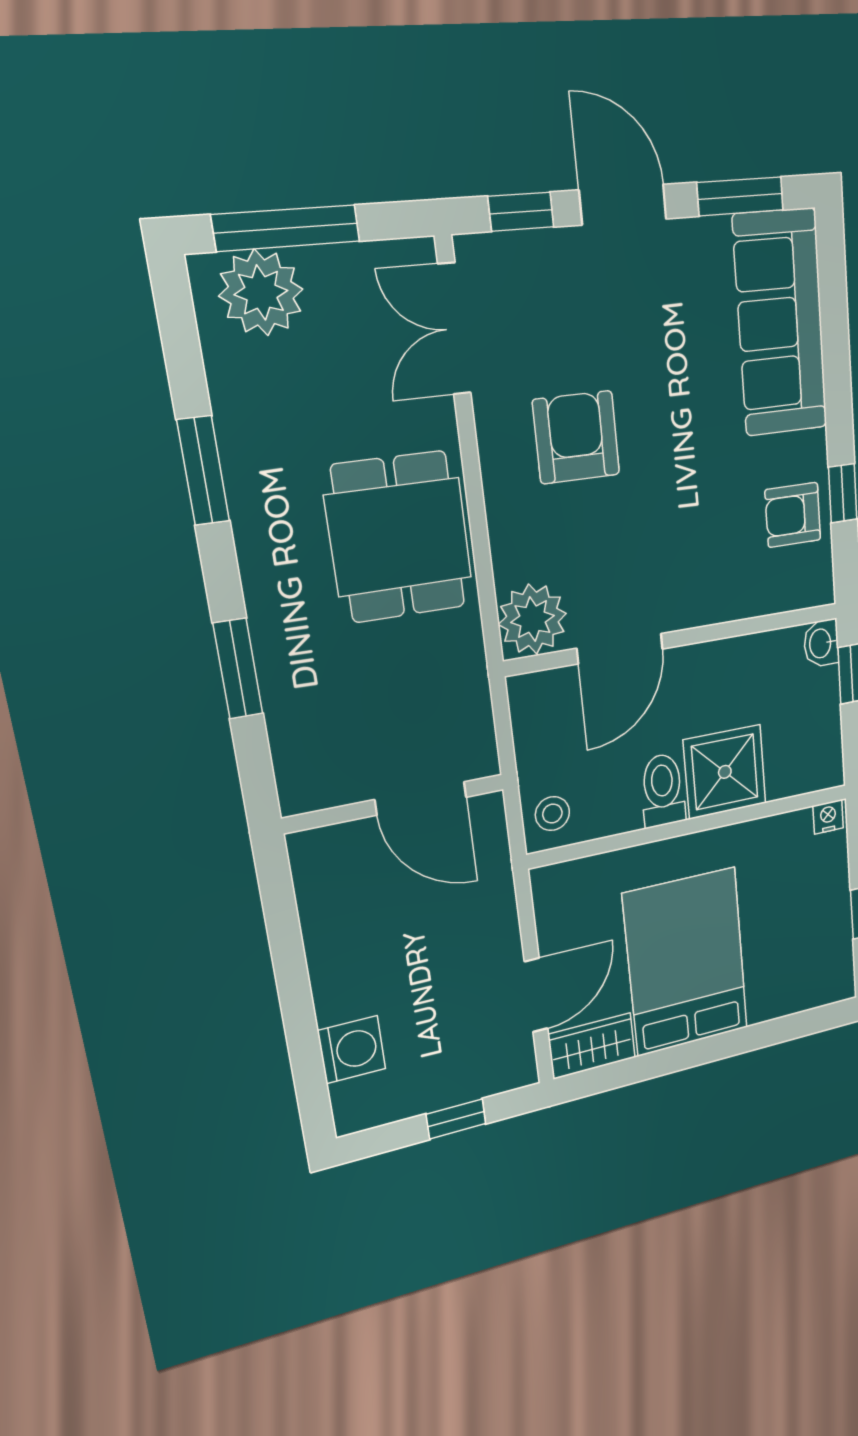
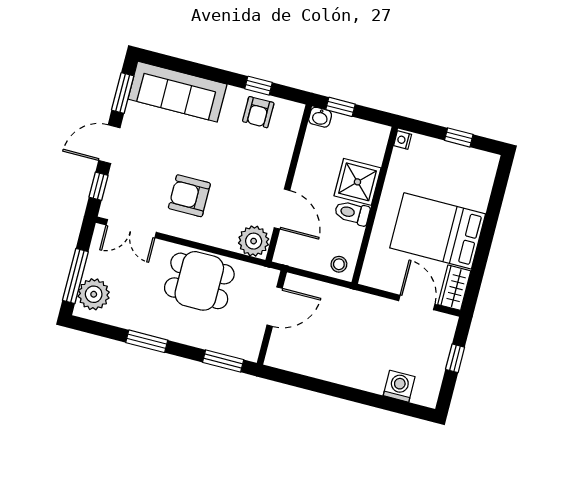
door: (421, 798) -> (275, 307), moved
wall: (395, 804) -> (272, 318), moved

